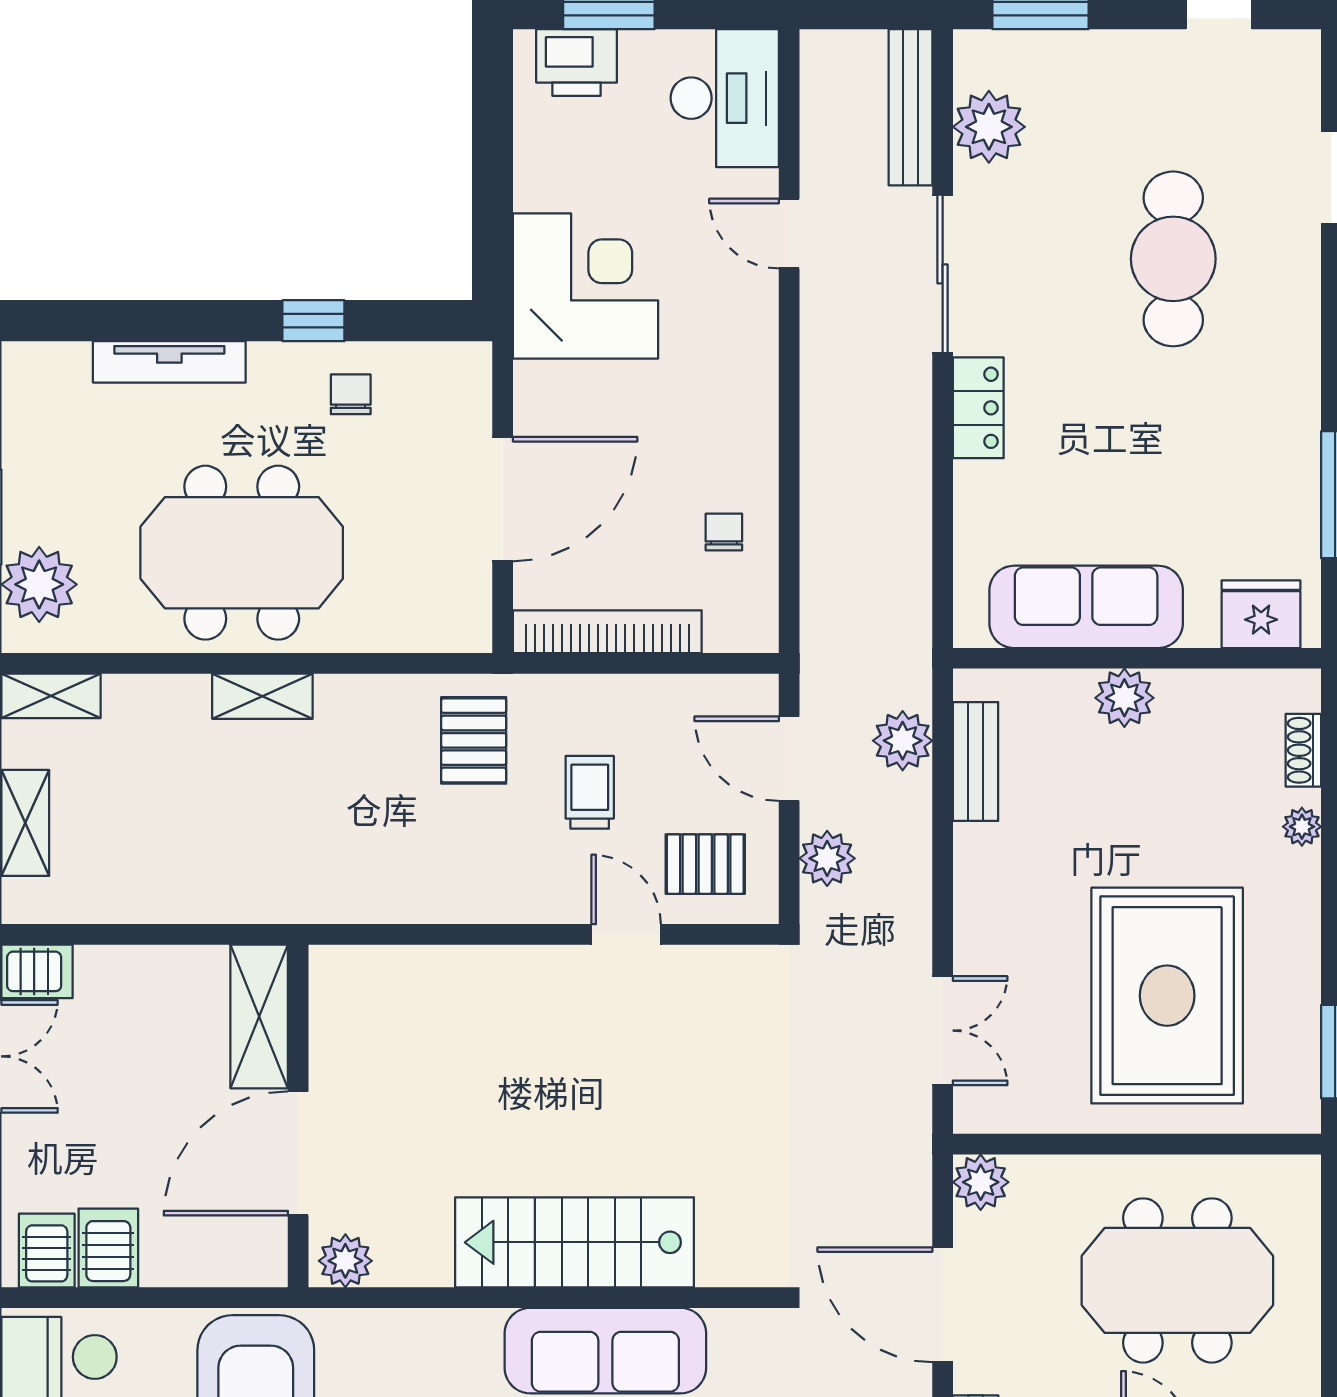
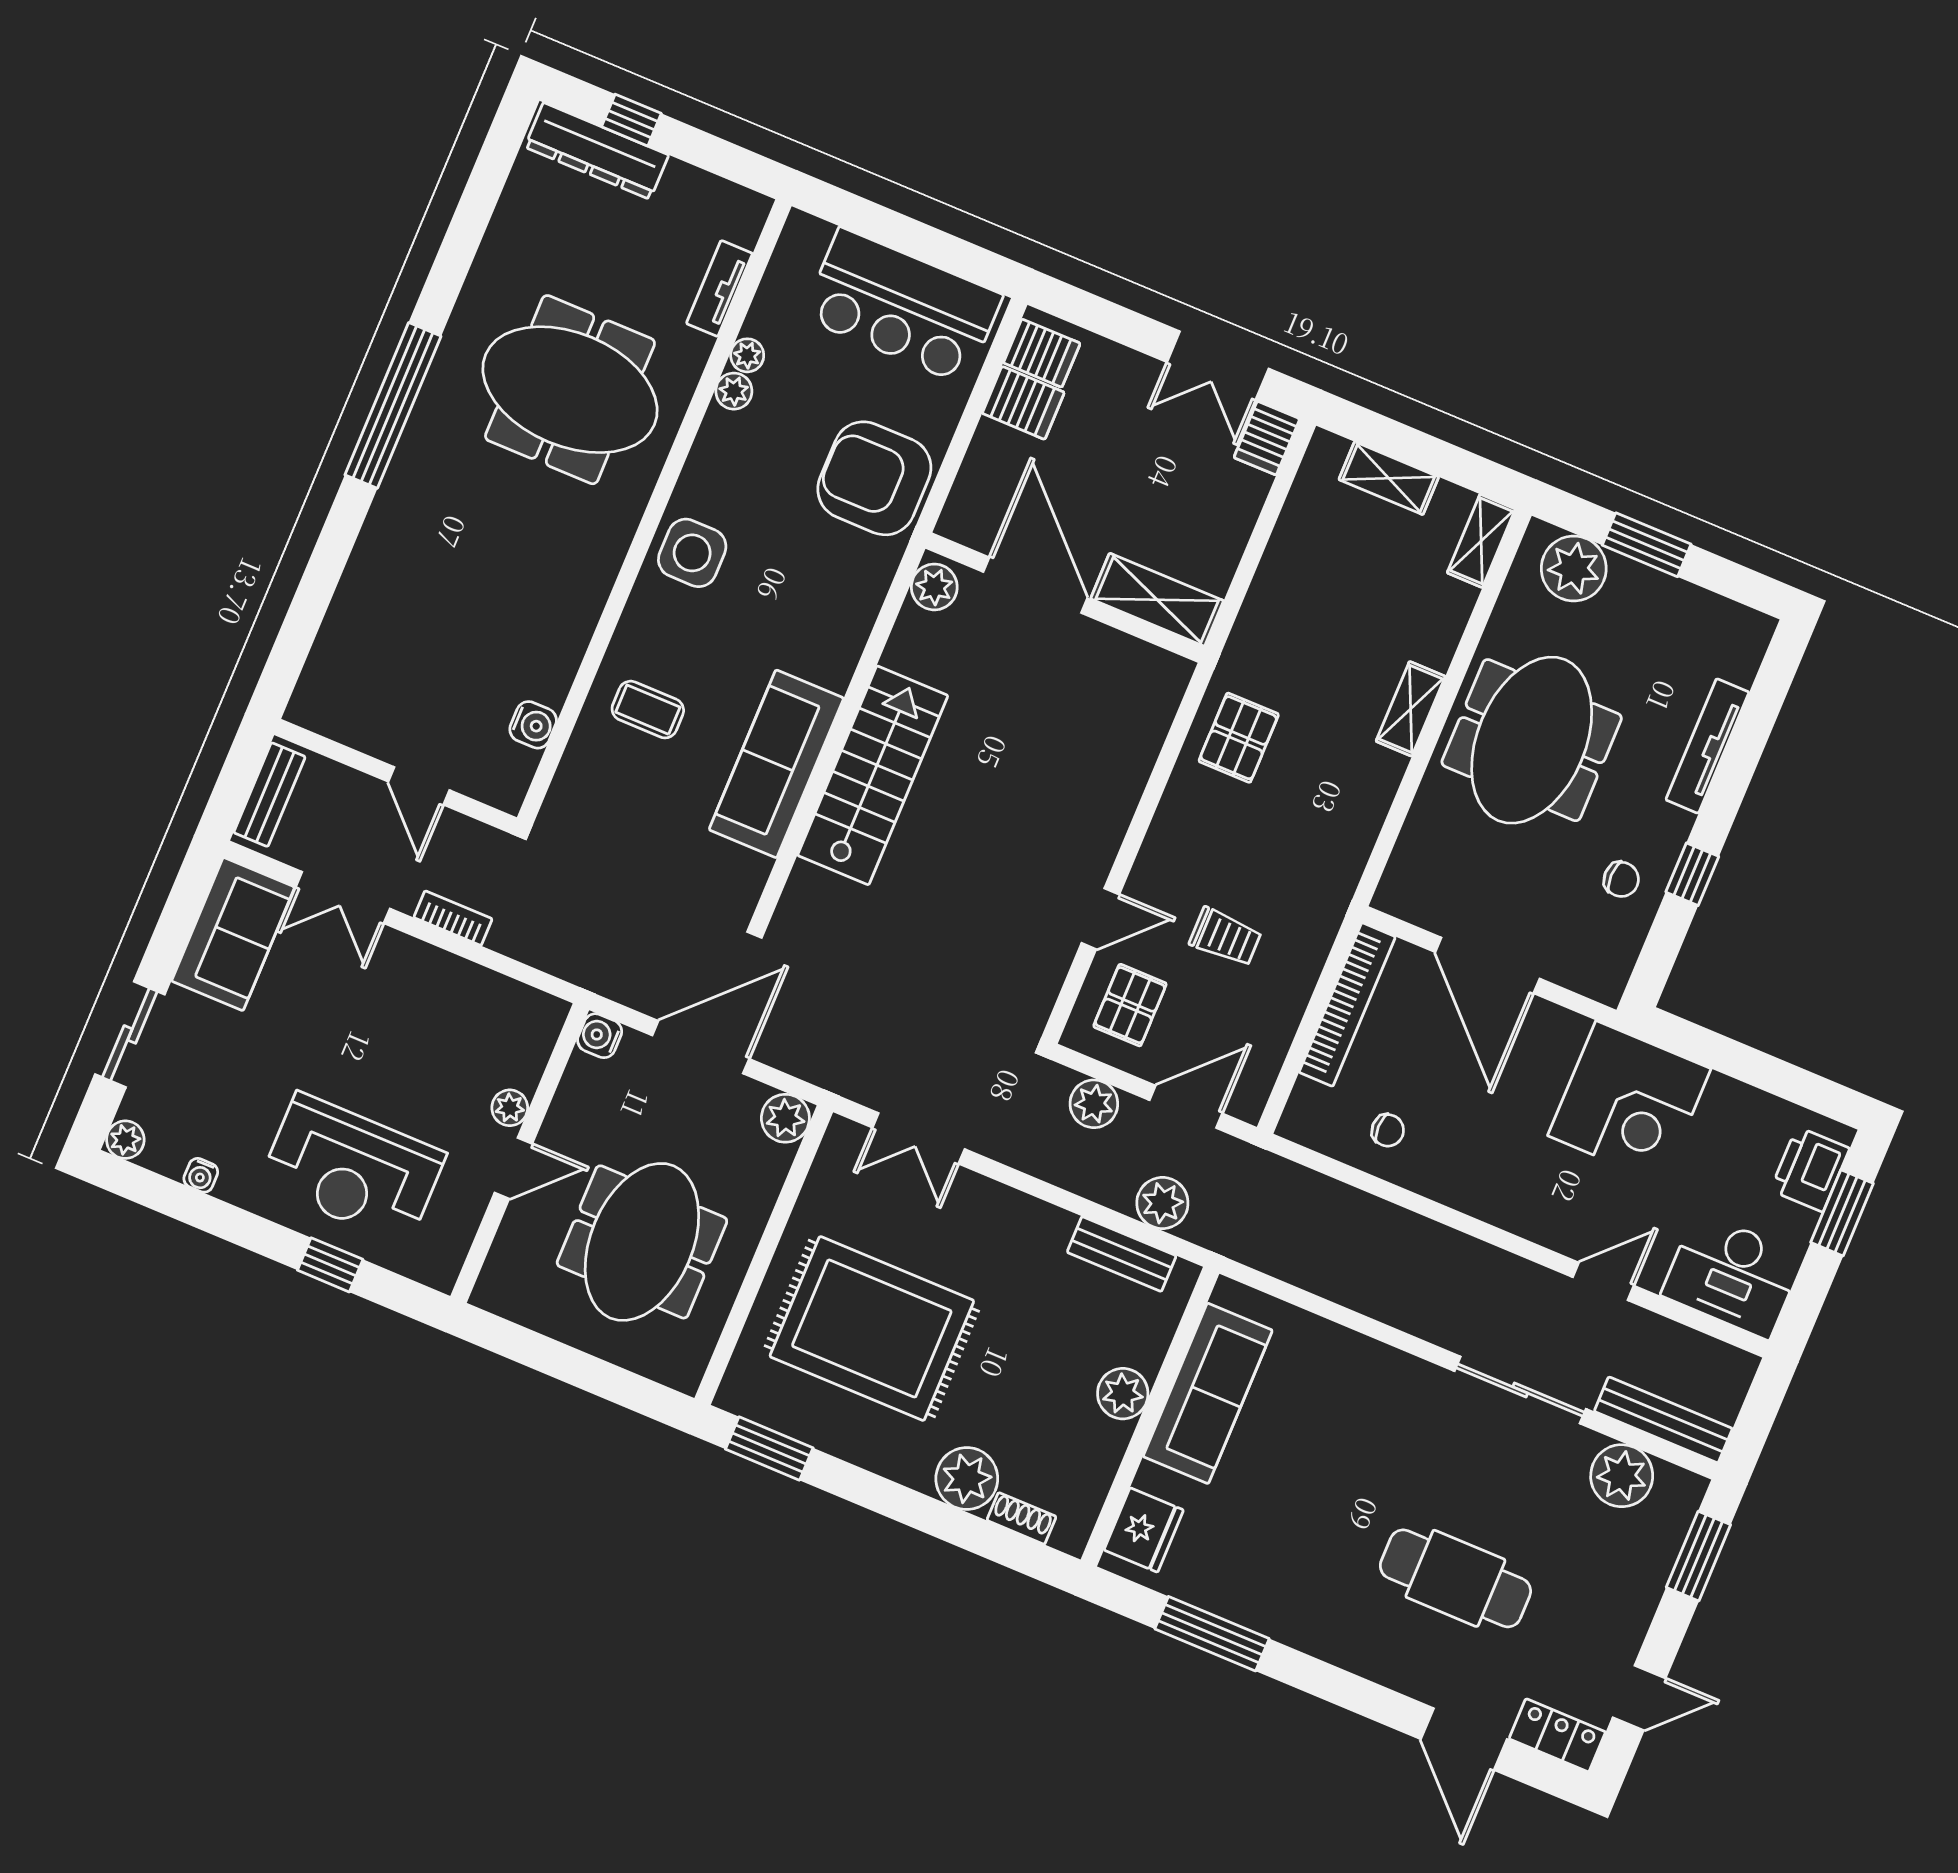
locker: (978, 408) -> (1557, 1735), moved, turned 180
pallet: (474, 740) -> (1239, 738), moved, turned 90
plant: (1302, 827) -> (967, 1479), width x1.87, depth x1.87

